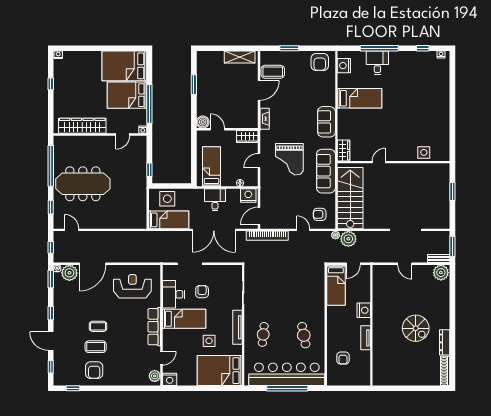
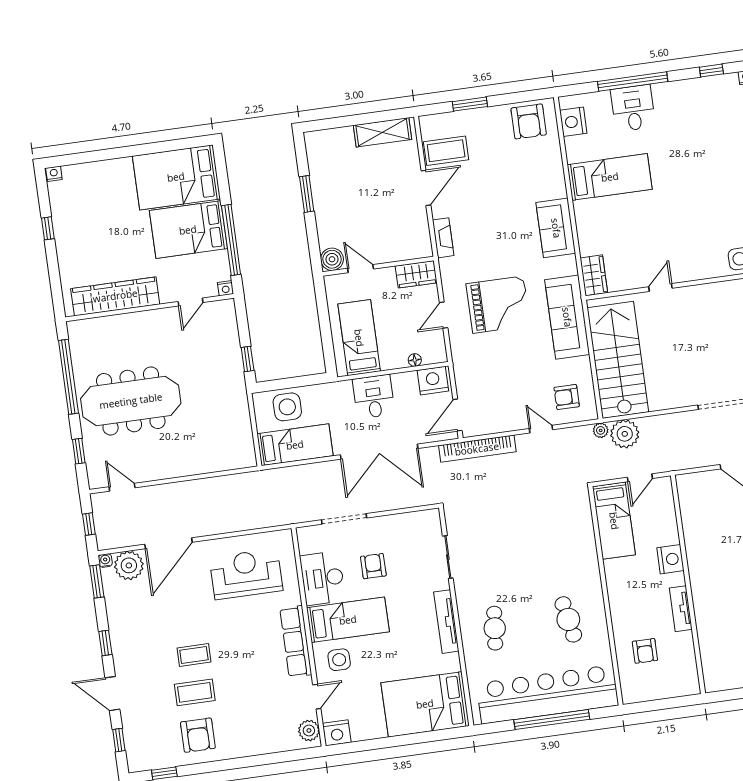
grand piano: (289, 159) -> (498, 305), turned -90
side table: (209, 341) -> (339, 660), moved

